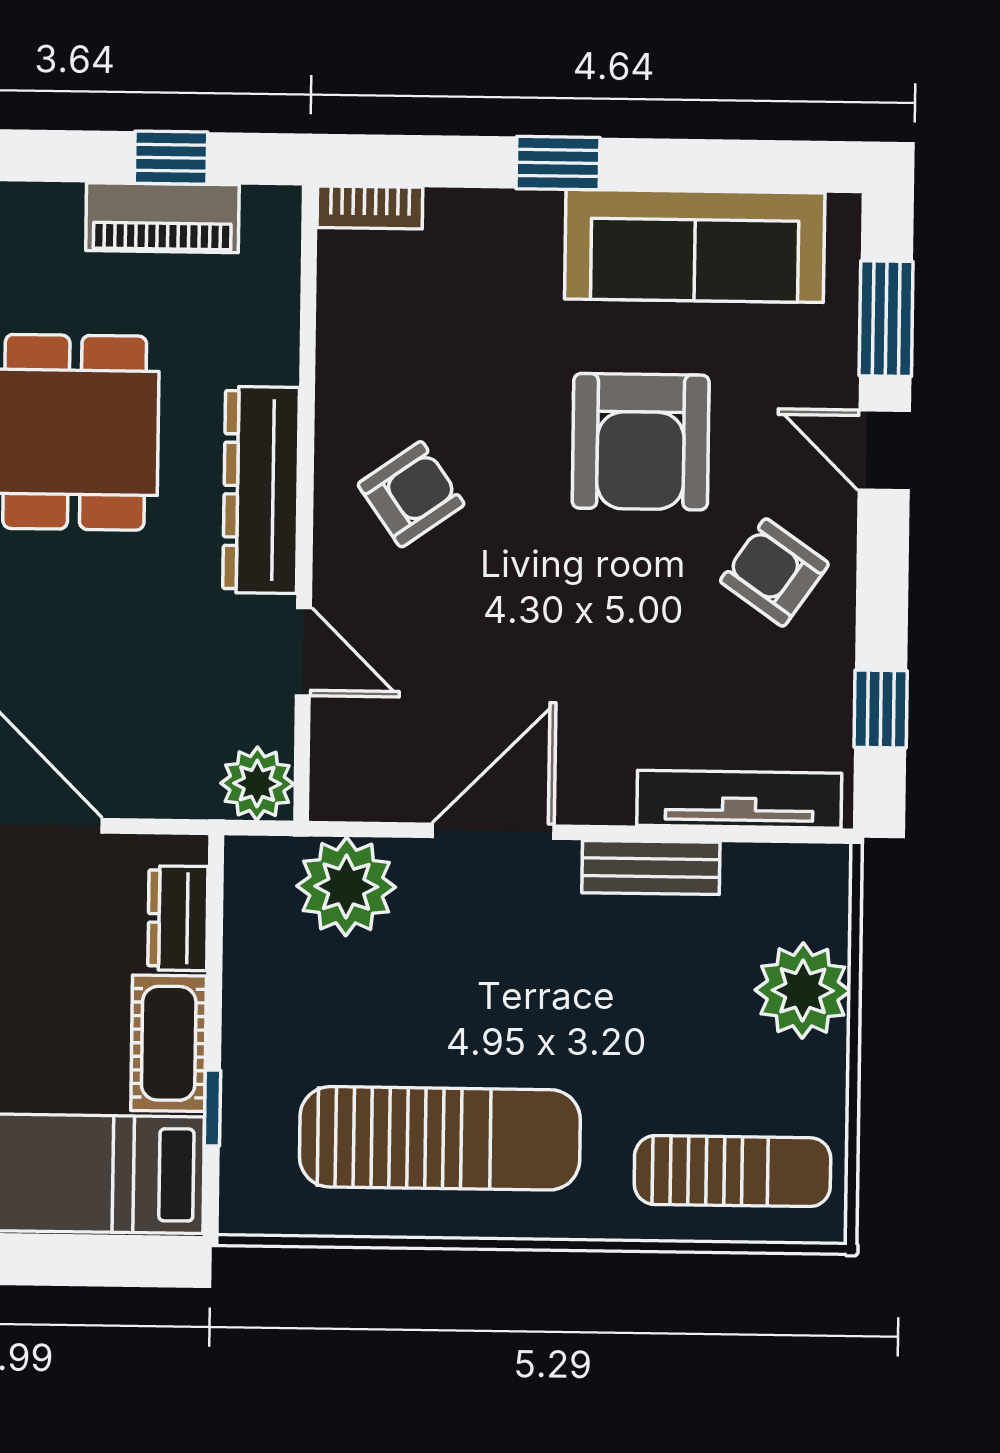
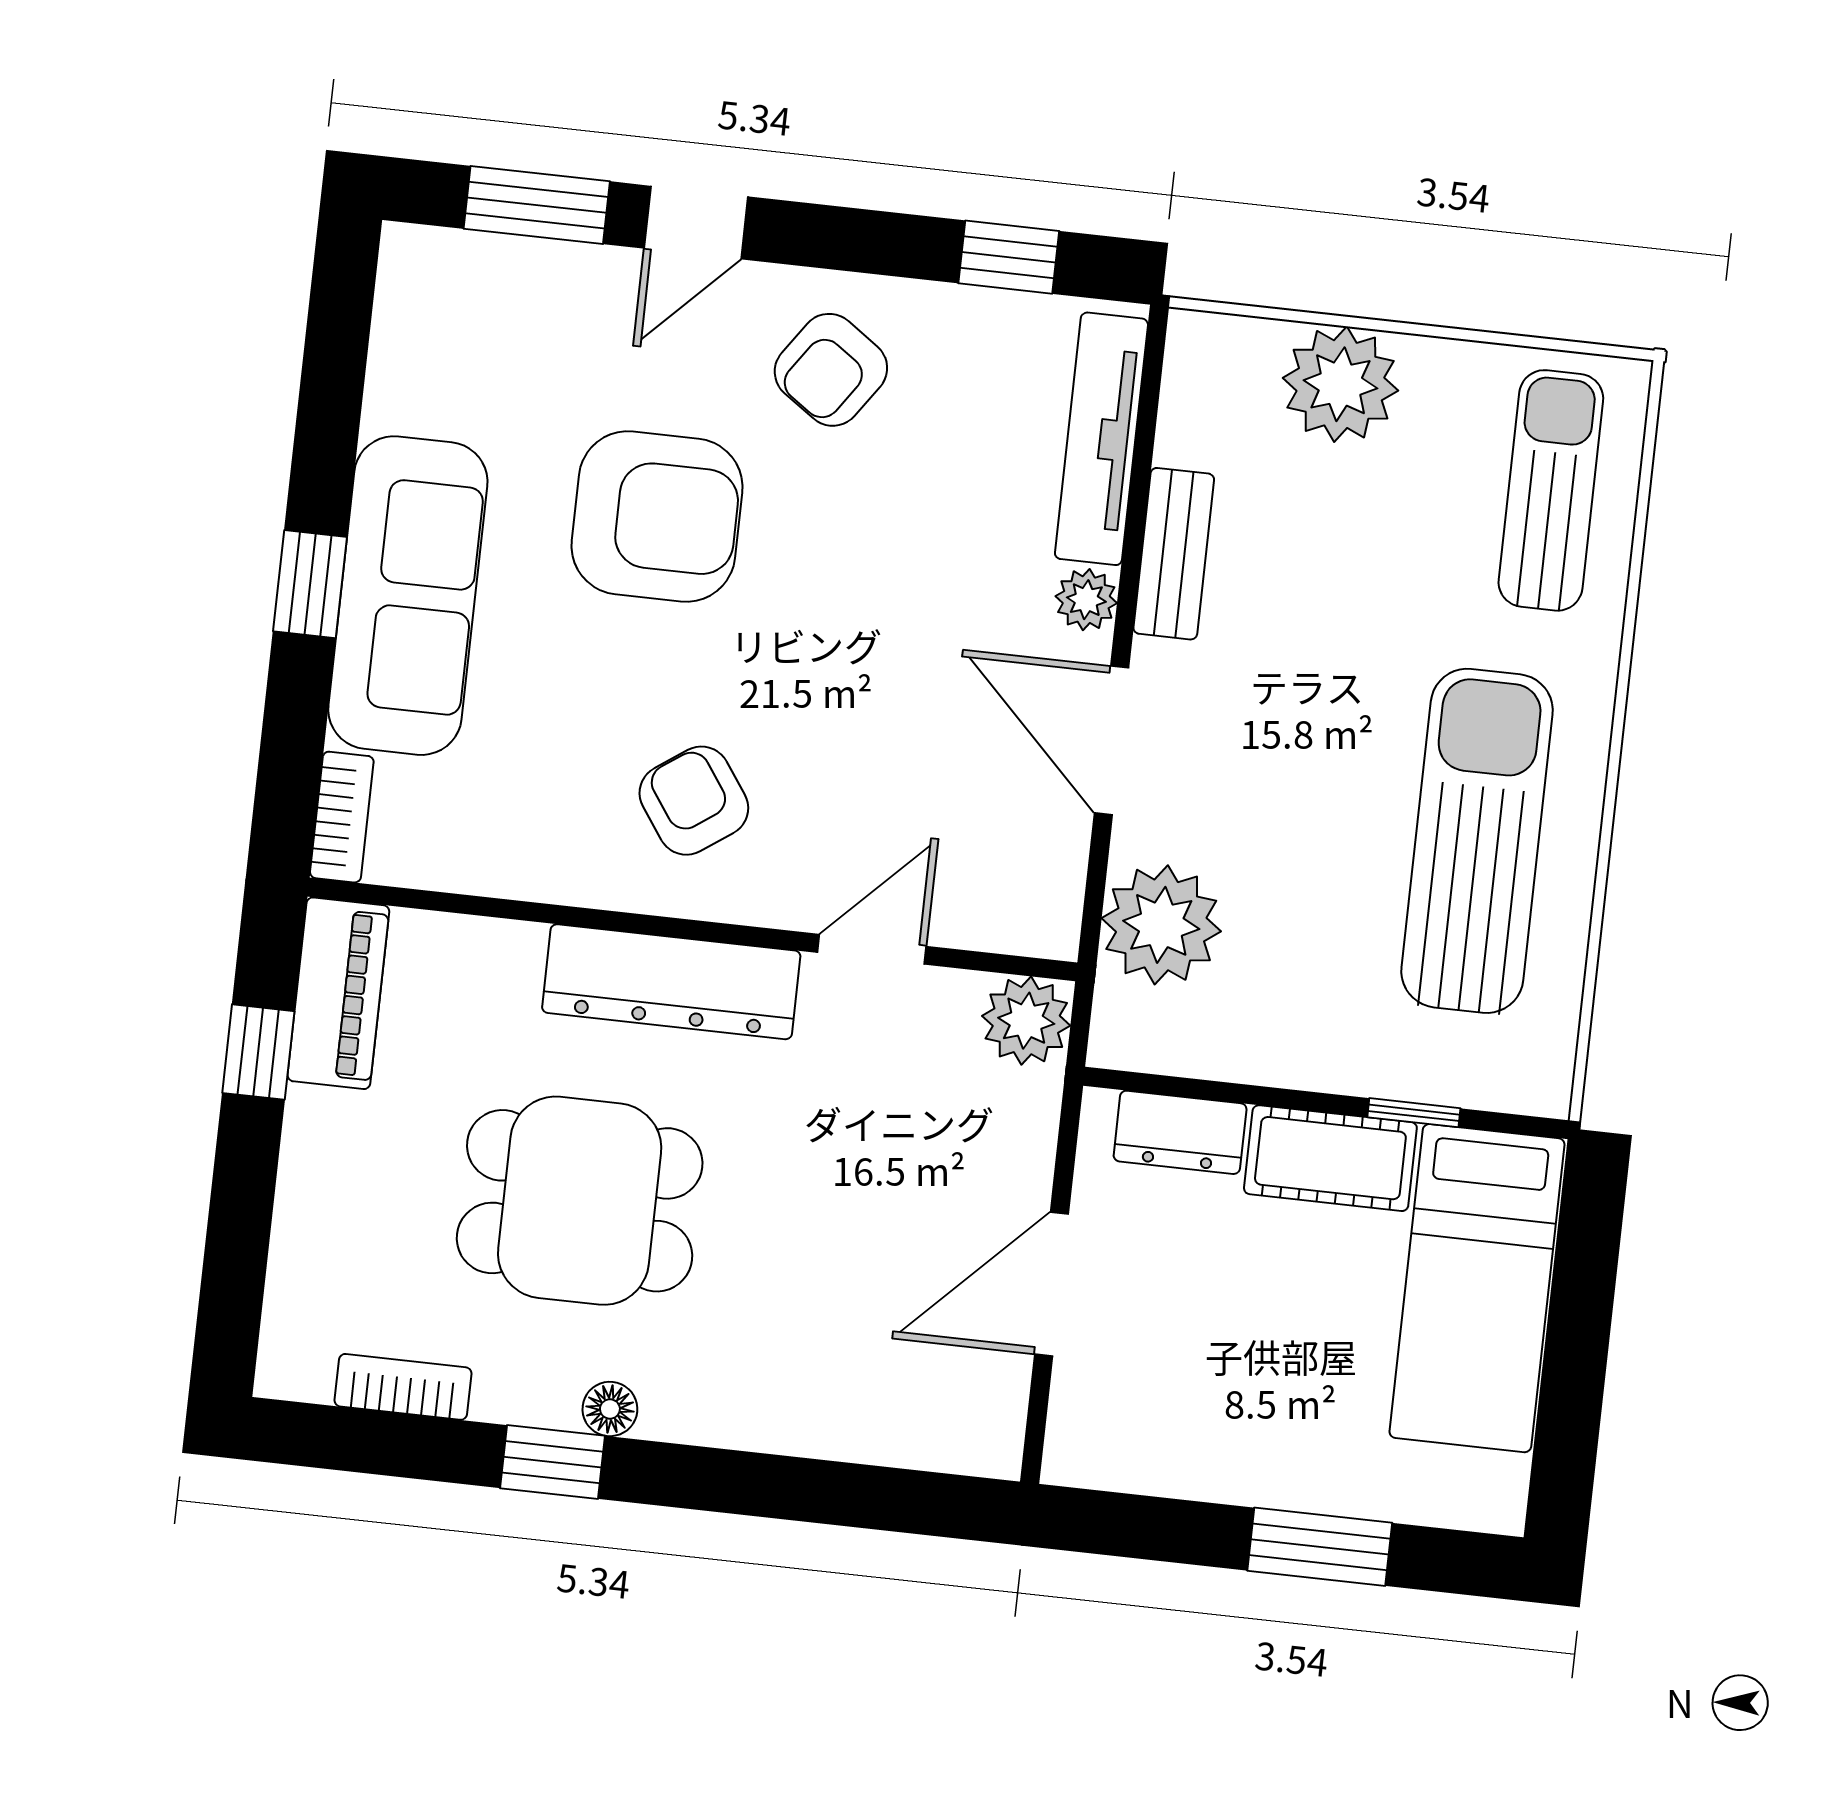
piano: (162, 218) -> (338, 993), moved
sofa: (695, 246) -> (408, 596), moved
plant: (606, 800) -> (1086, 600), added

